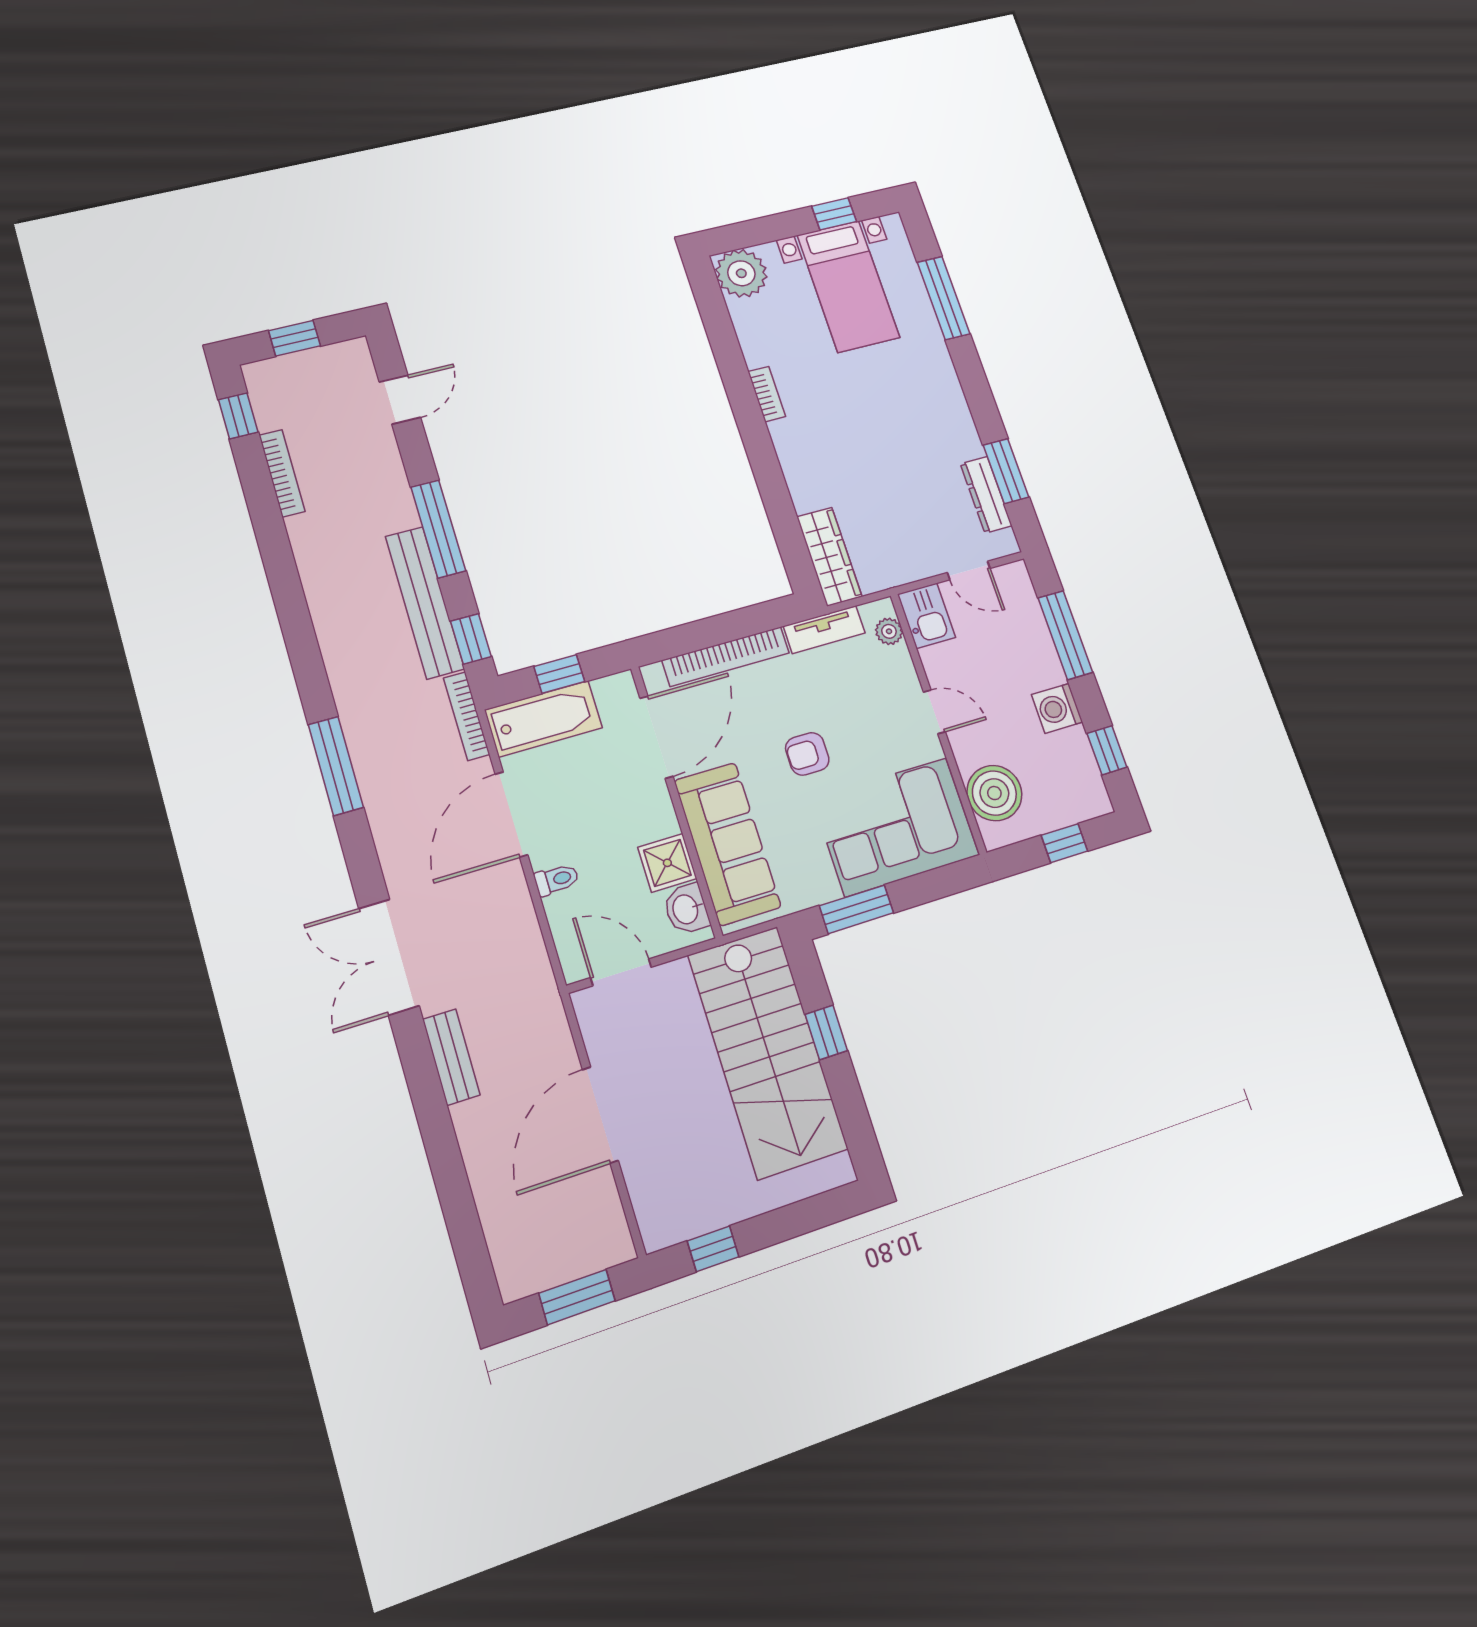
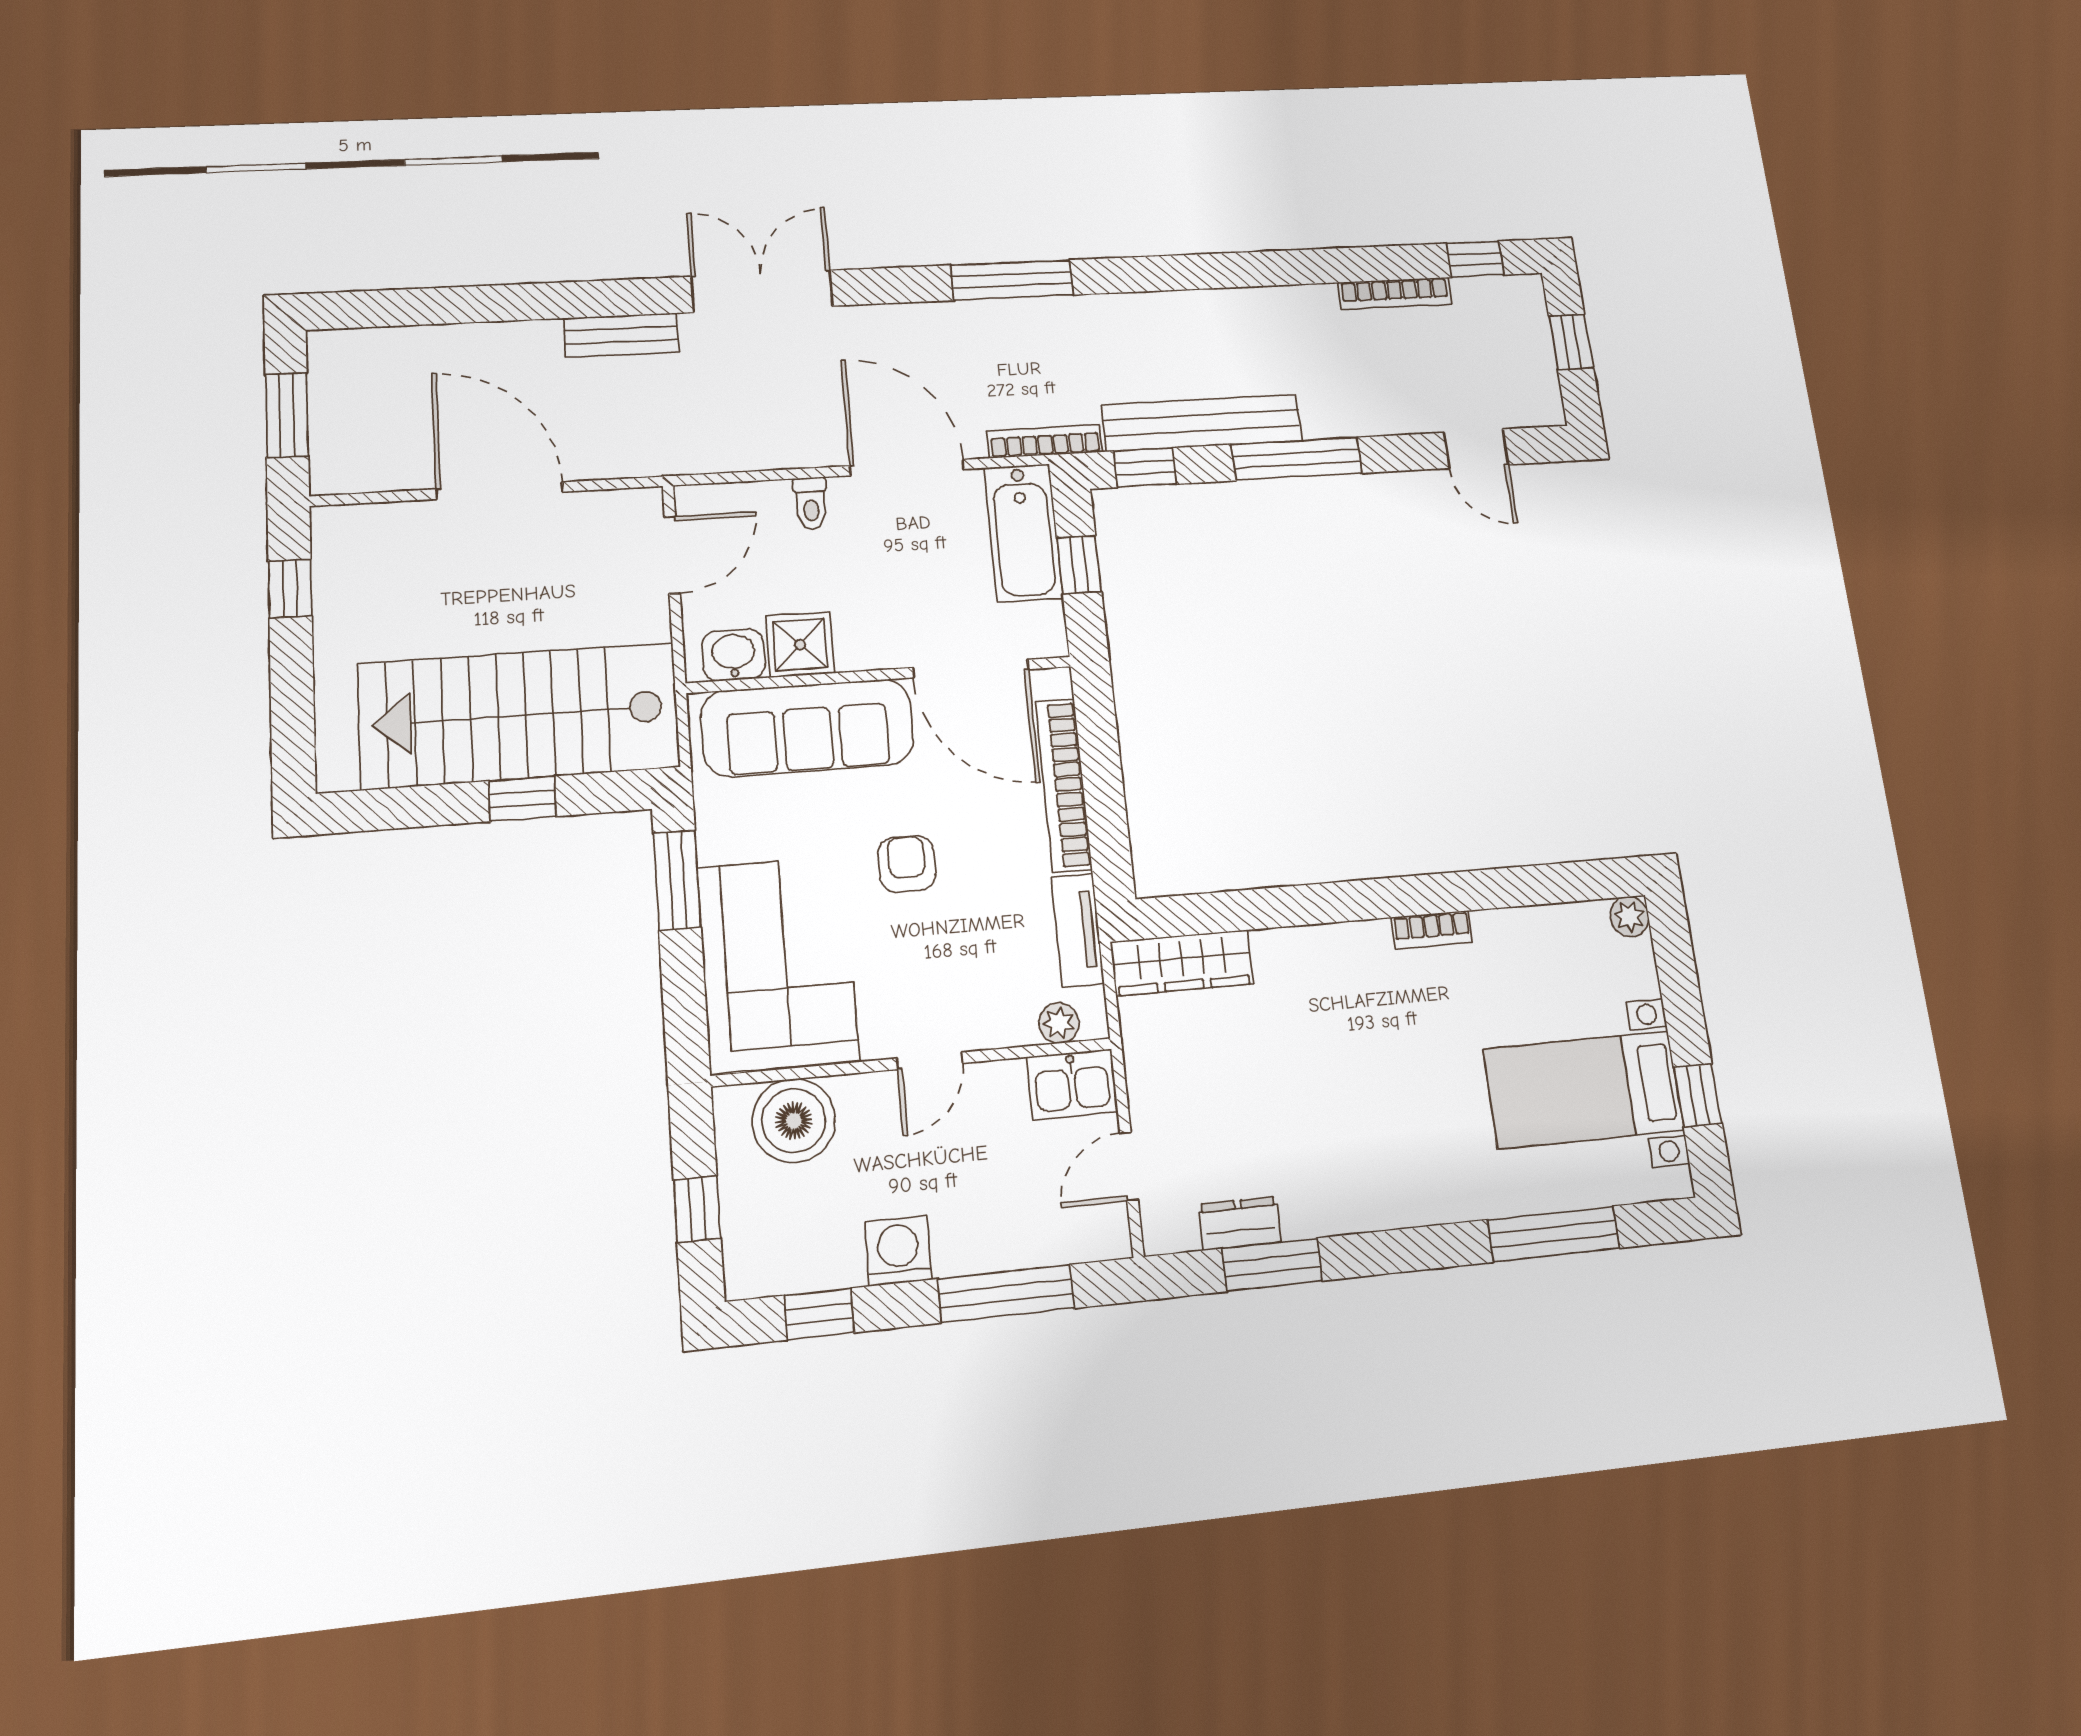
plant: (741, 273) -> (1629, 917), width x0.53, depth x0.53
dresser: (986, 495) -> (1240, 1223), width x0.70

